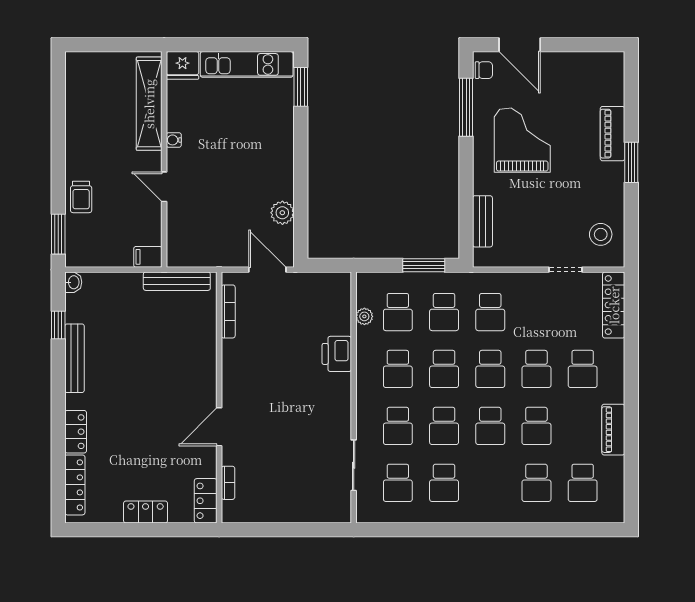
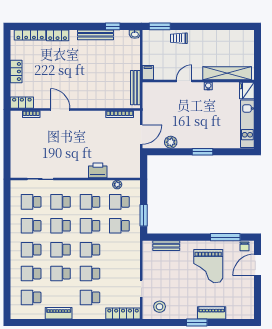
window: (301, 87) -> (203, 152), moved
grand piano: (522, 140) -> (208, 266), turned 90
school desk: (490, 312) -> (31, 250), moved

